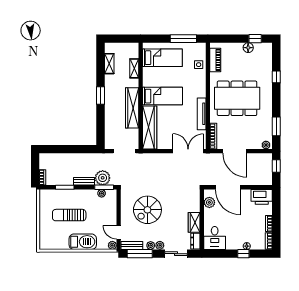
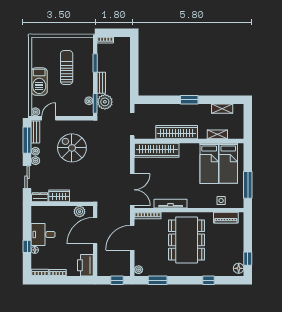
floor lamp: (248, 48) -> (239, 268), moved
bed: (162, 96) -> (209, 163), moved
desk: (215, 238) -> (43, 234), moved

